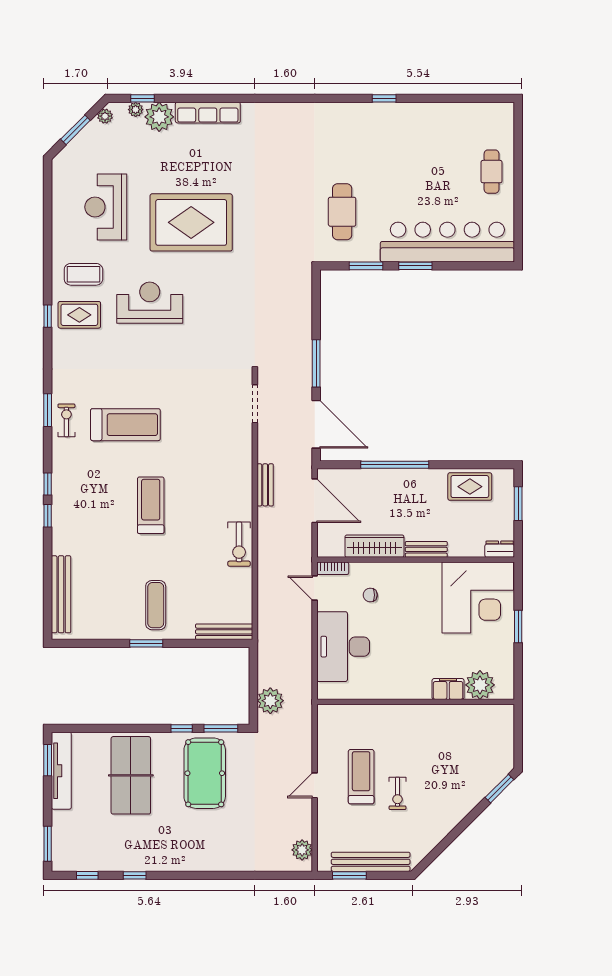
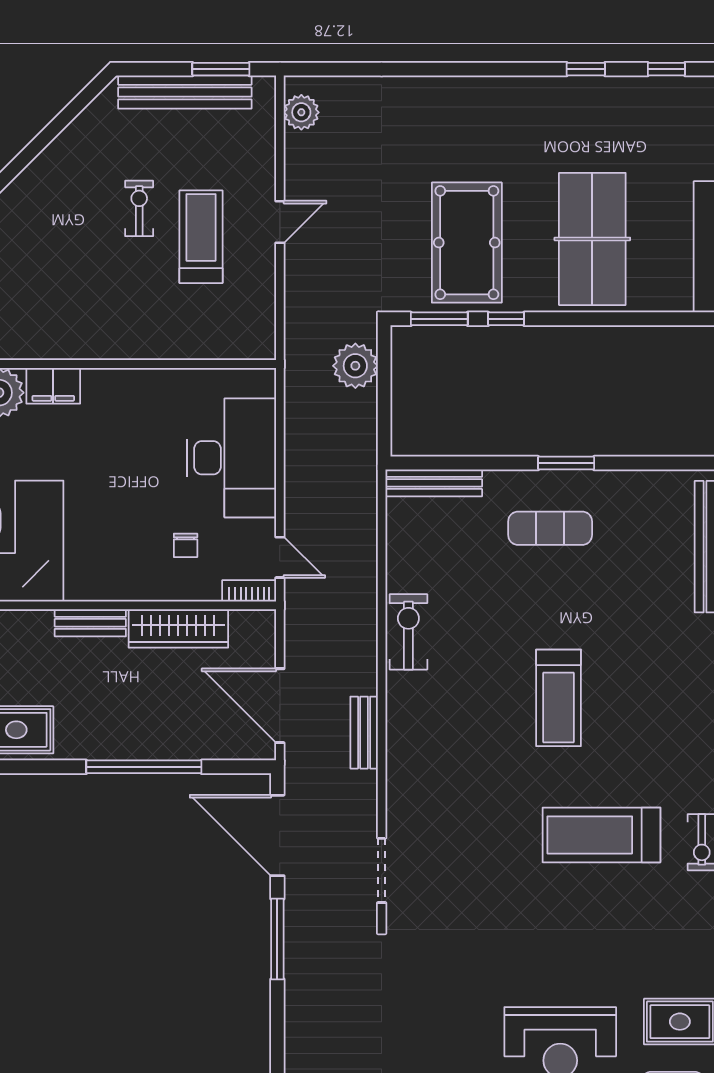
chair: (370, 595) -> (186, 545), turned 90
exercise mat: (156, 605) -> (550, 528), turned 90
treadmill: (361, 777) -> (201, 237), turned 180

